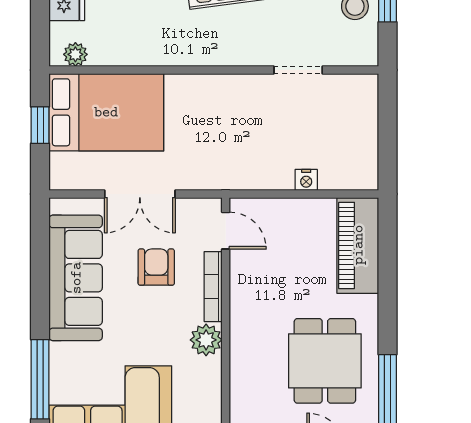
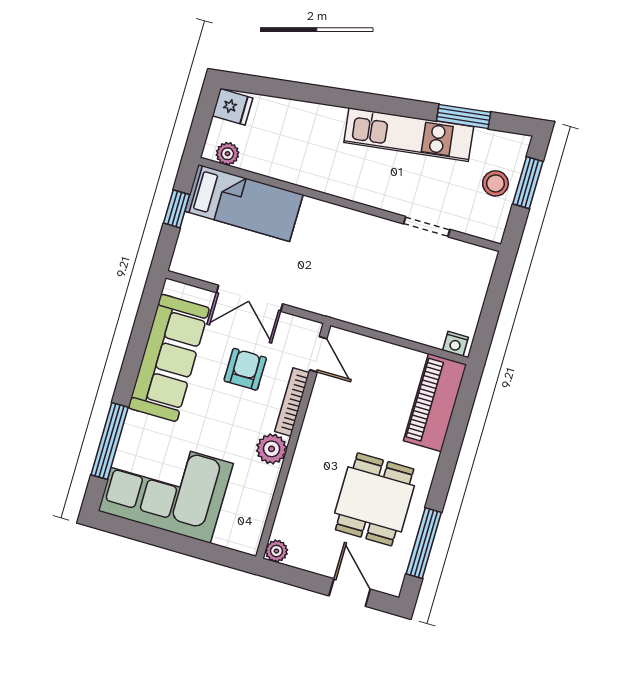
bed: (106, 112) -> (244, 203), width x0.67
nightstand: (306, 180) -> (455, 344), moved

